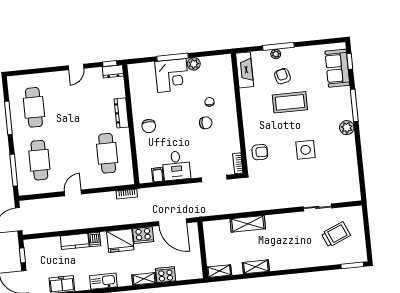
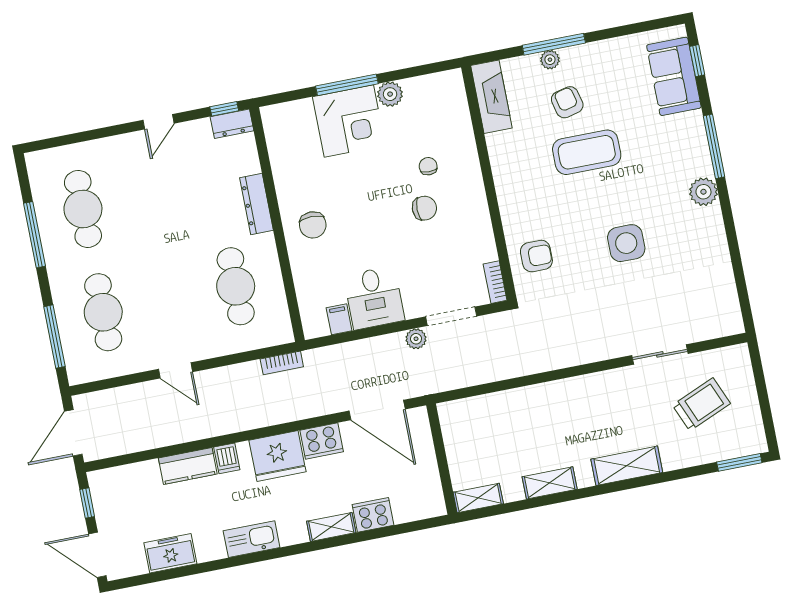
plant: (195, 188) -> (416, 339), added
door: (73, 193) -> (176, 370), swing flipped
shelving: (248, 224) -> (627, 466), moved

